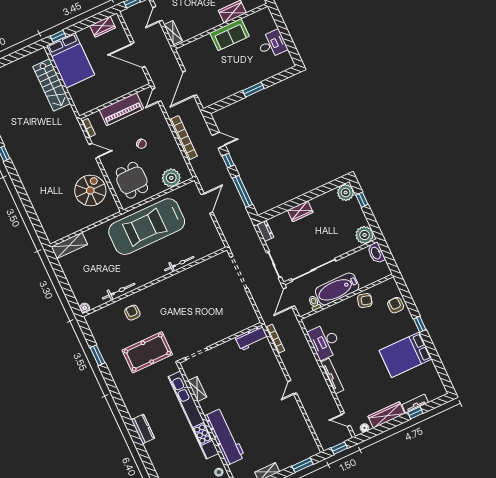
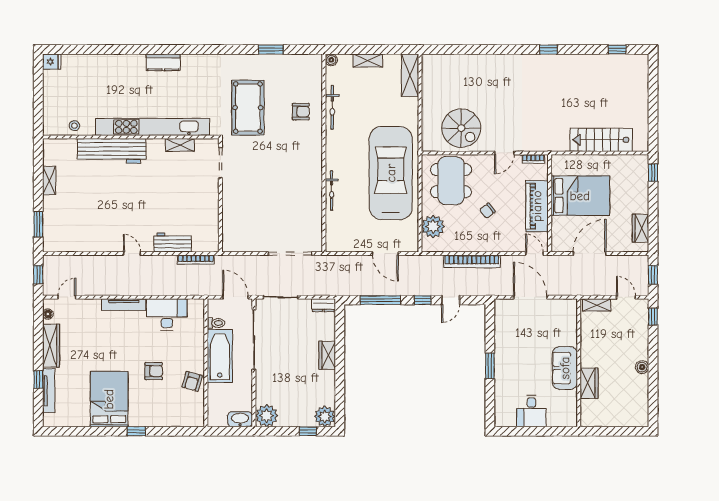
bed: (70, 60) -> (580, 196), moved, turned 180
dining table: (132, 180) -> (451, 181), width x1.38
shelving: (73, 281) -> (368, 61), added
armchair: (396, 305) -> (154, 371), moved
workbench: (252, 338) -> (173, 242), moved, turned 90
tv unit: (415, 404) -> (49, 391), width x1.41

